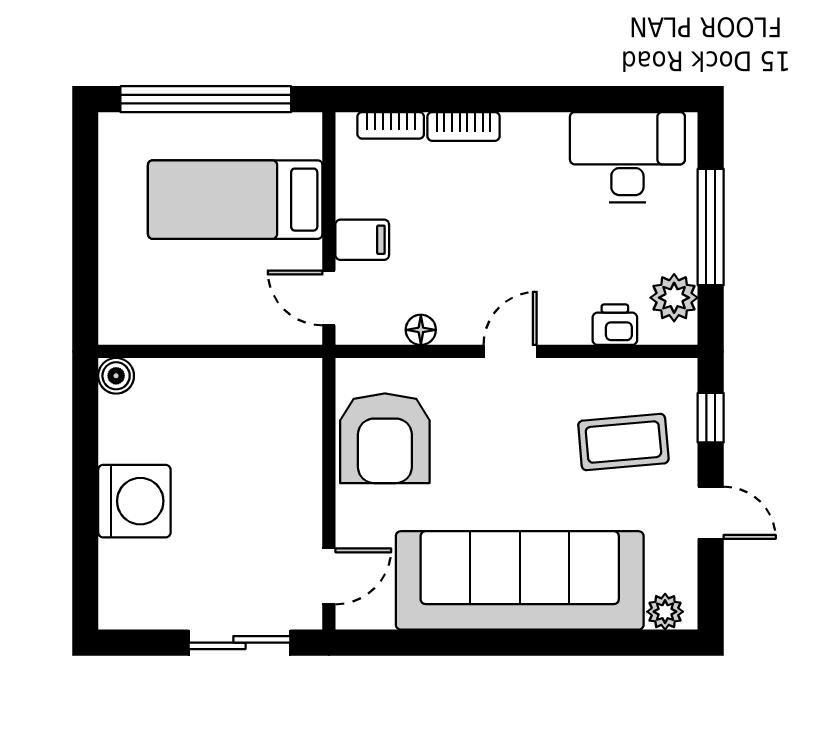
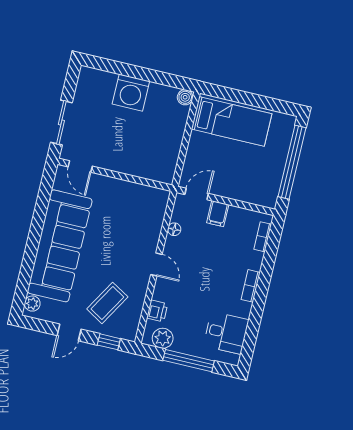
bookcase: (464, 126) -> (251, 286), moved
desk: (627, 157) -> (226, 333), width x0.73
bed: (235, 200) -> (232, 121), moved, turned 90
armchair: (385, 438) -> (132, 204), removed
coffee table: (623, 442) -> (107, 303), turned 36

